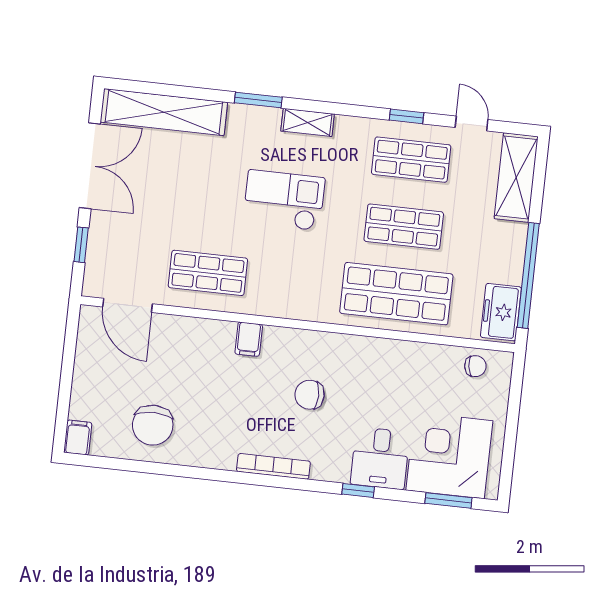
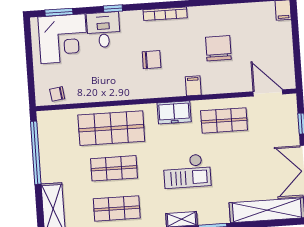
freezer: (501, 312) -> (174, 112), moved, turned 90
chair: (153, 425) -> (218, 48), moved

